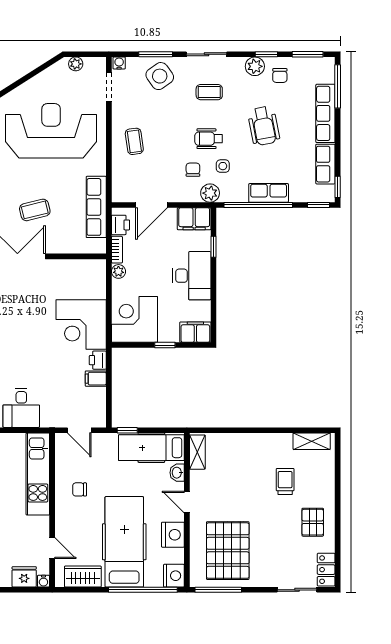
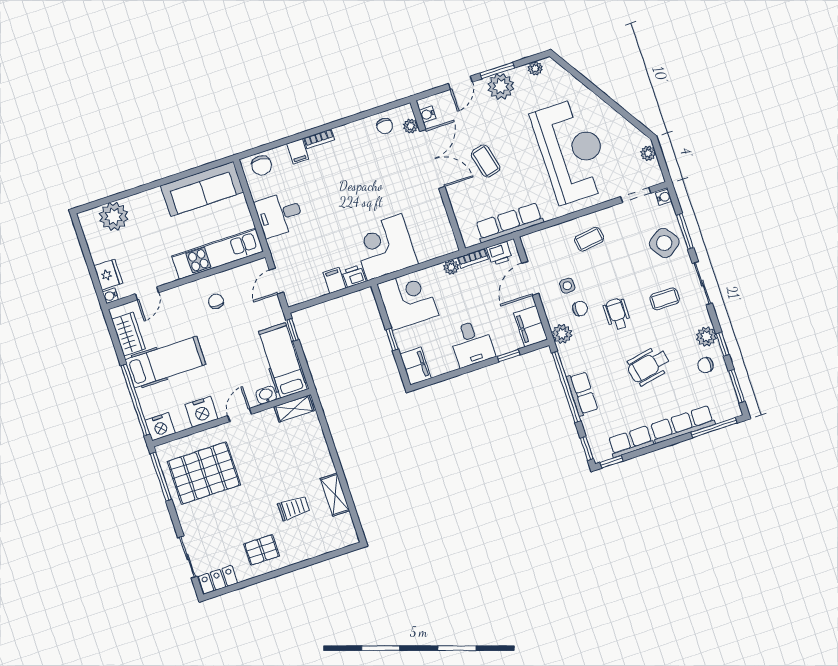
coffee table: (209, 92) -> (665, 299), turned 90
side table: (223, 166) -> (567, 286), moved
door: (152, 205) -> (530, 278), hinge flipped
desk: (192, 276) -> (472, 343), width x0.73
shelving: (312, 441) -> (335, 495), moved
hospital bed: (124, 542) -> (165, 362), width x0.73, depth x0.78

